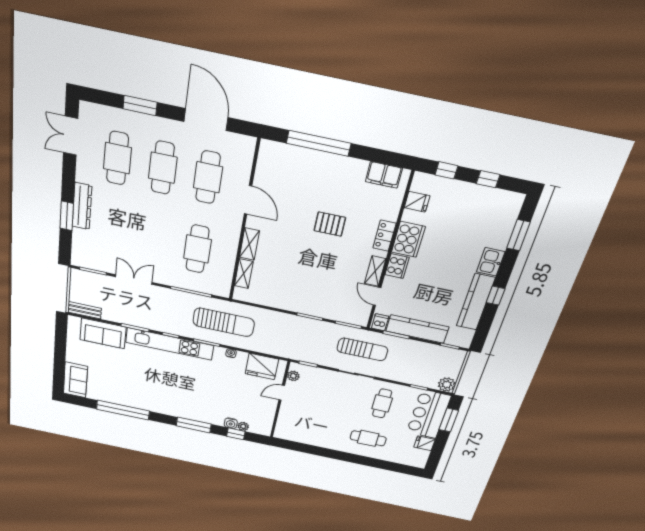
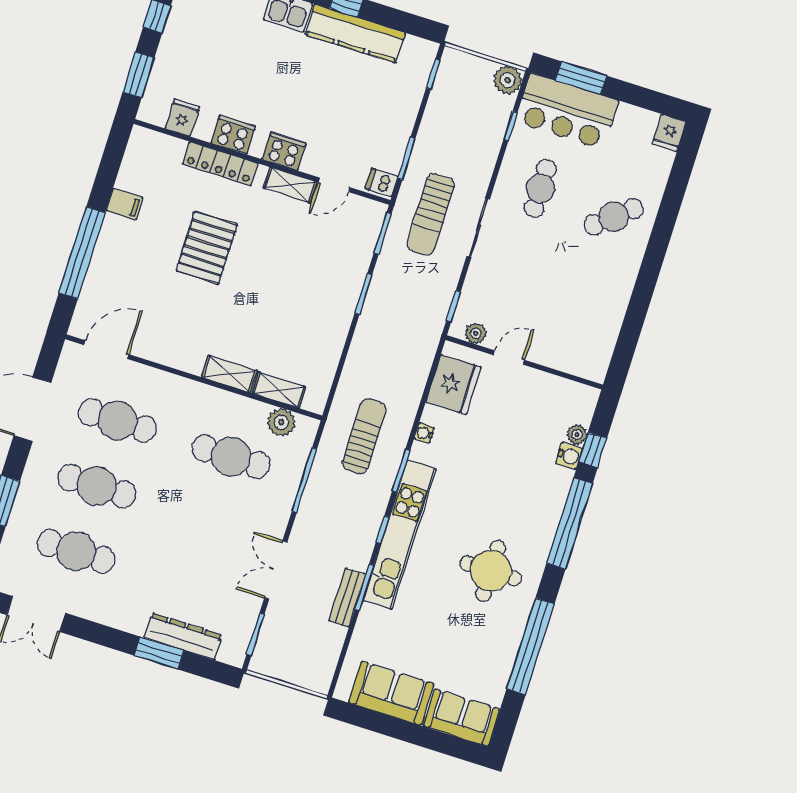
window: (446, 170) -> (139, 75), width x1.50
filing cabinet: (384, 175) -> (124, 204), moved, width x0.50
door: (248, 200) -> (106, 350), moved
dresser: (82, 206) -> (183, 636), moved
pallet: (330, 224) -> (207, 248), width x1.50, depth x1.42
locker: (384, 236) -> (220, 164), width x1.53
cooker: (408, 239) -> (233, 135), width x0.73, depth x0.76
plant: (224, 276) -> (281, 422), added
bench: (85, 310) -> (347, 597), moved
sun lounger: (224, 322) -> (364, 436), width x0.73, depth x0.75
kitchen counter: (417, 329) -> (398, 125), removed
sofa: (103, 333) -> (391, 693), moved, turned -90
sun lounger: (362, 349) -> (431, 214), turned 180
round table: (160, 390) -> (491, 571), added
door: (282, 393) -> (509, 357), swing flipped
cafe table: (382, 403) -> (540, 188), turned 90
window: (194, 425) -> (570, 523), width x1.46
cafe table: (368, 438) -> (614, 217), turned 50
fridge: (424, 443) -> (669, 133), moved

